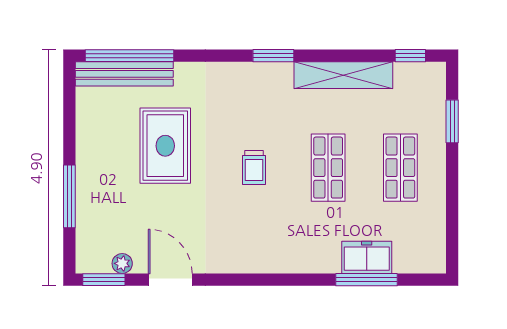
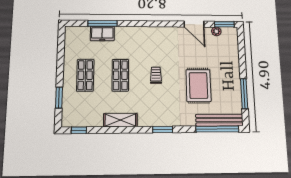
window: (273, 56) -> (163, 130), moved
shelving: (343, 75) -> (120, 120), width x0.68
window: (69, 196) -> (244, 94), moved

